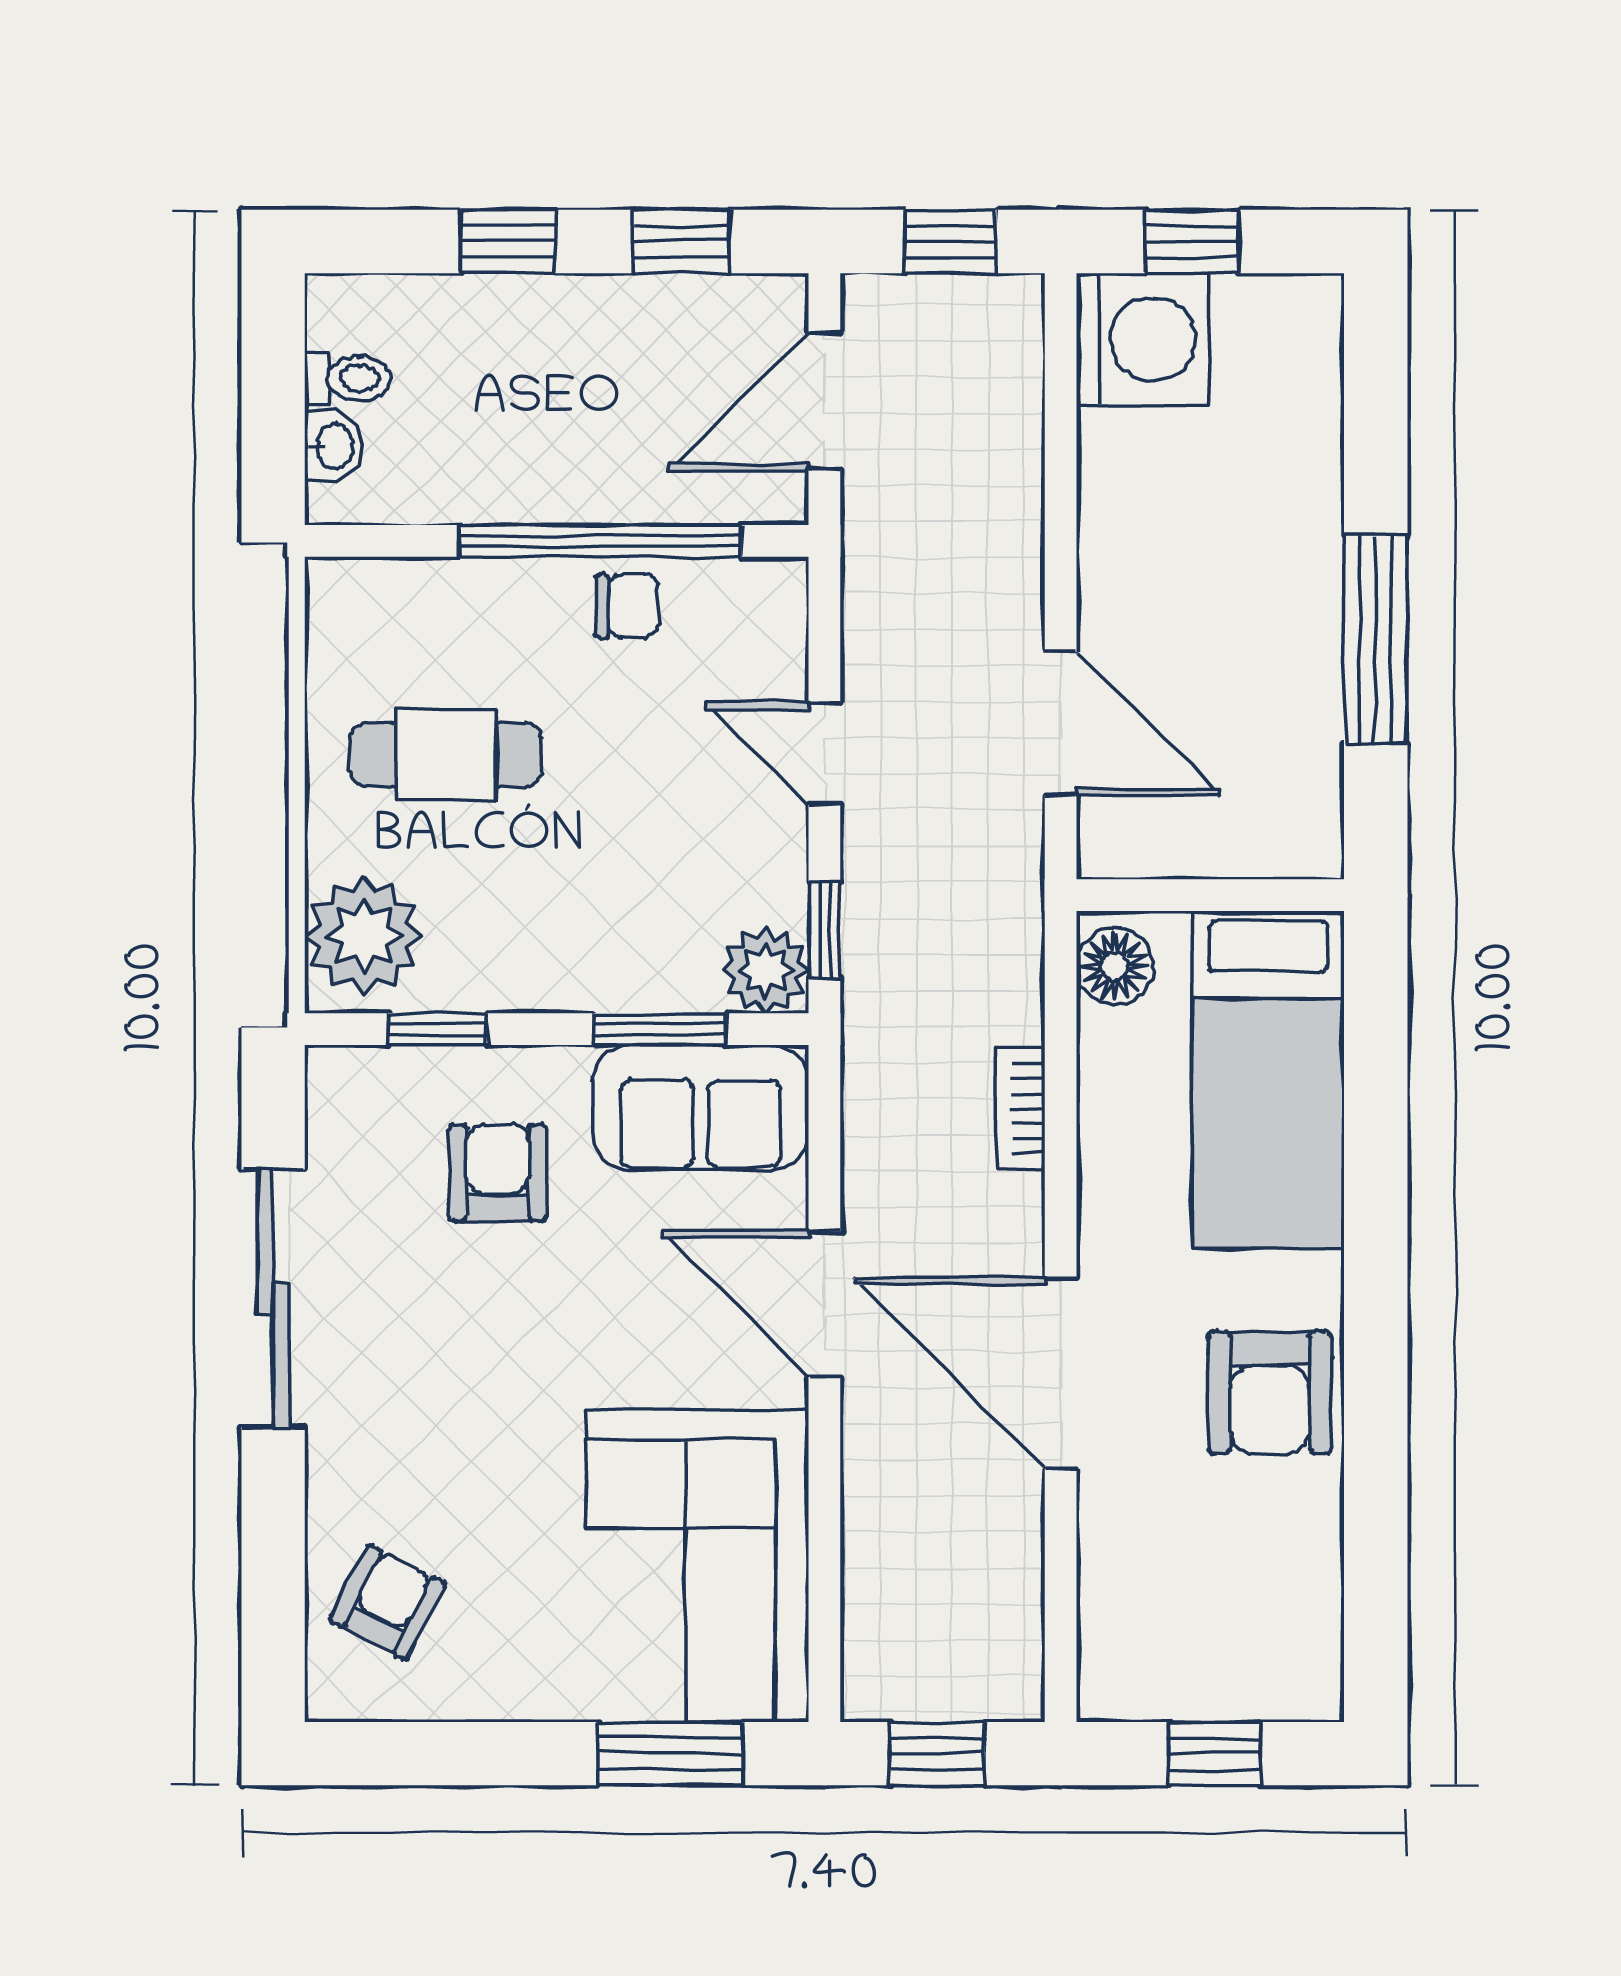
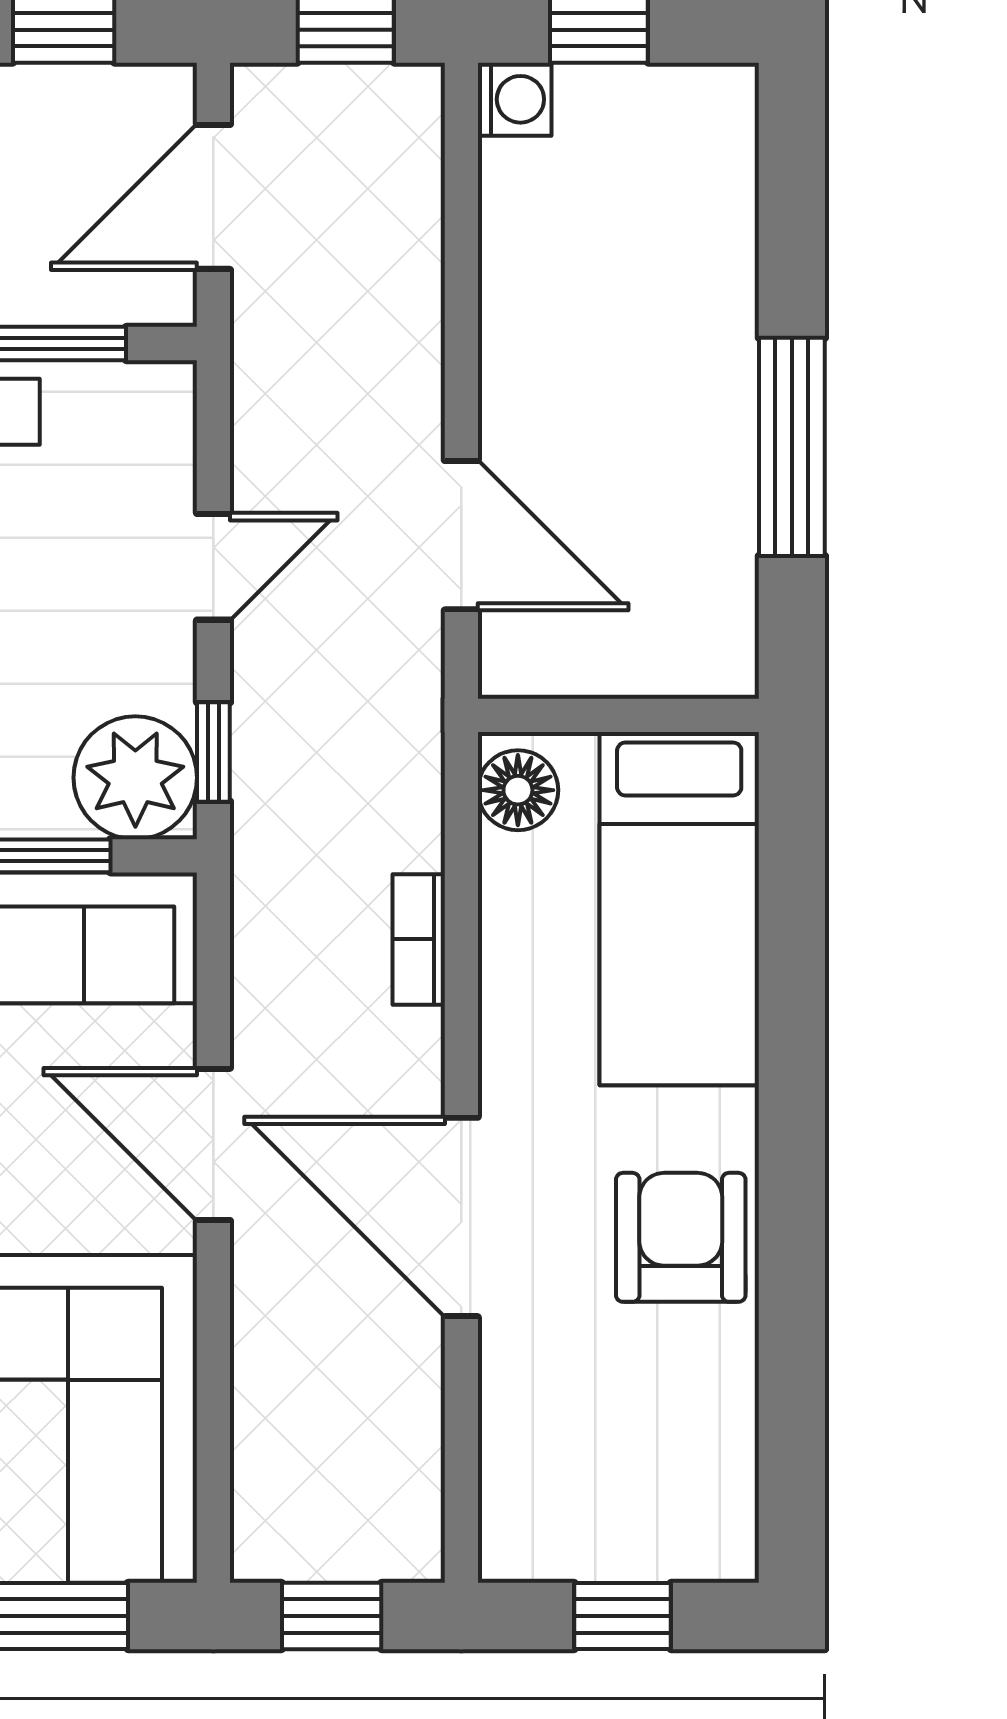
washing machine: (1143, 339) -> (515, 99), width x0.53, depth x0.53
door: (824, 754) -> (213, 567), swing flipped
plant: (766, 970) -> (135, 778), width x1.36, depth x1.36
armchair: (1270, 1393) -> (681, 1237), turned 180

